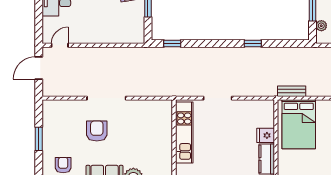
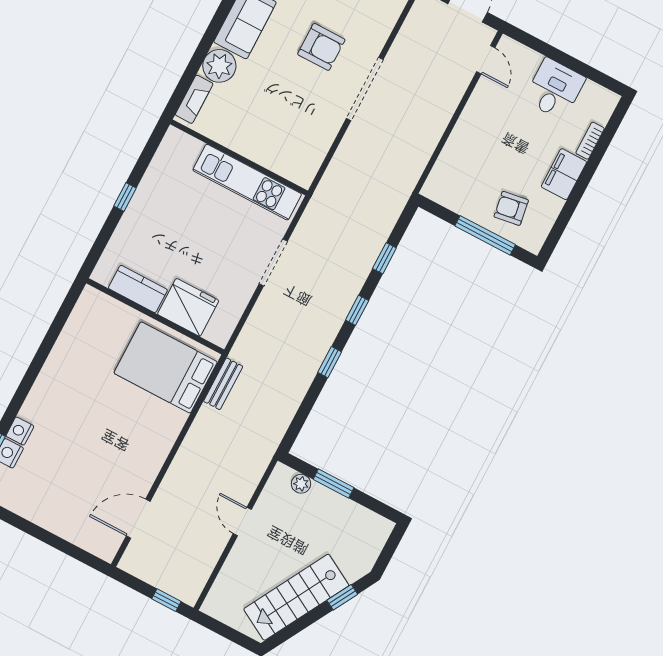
window: (172, 43) -> (384, 258), moved
window: (219, 43) -> (357, 310), added
fridge: (266, 135) -> (188, 307), width x1.88, depth x1.34

